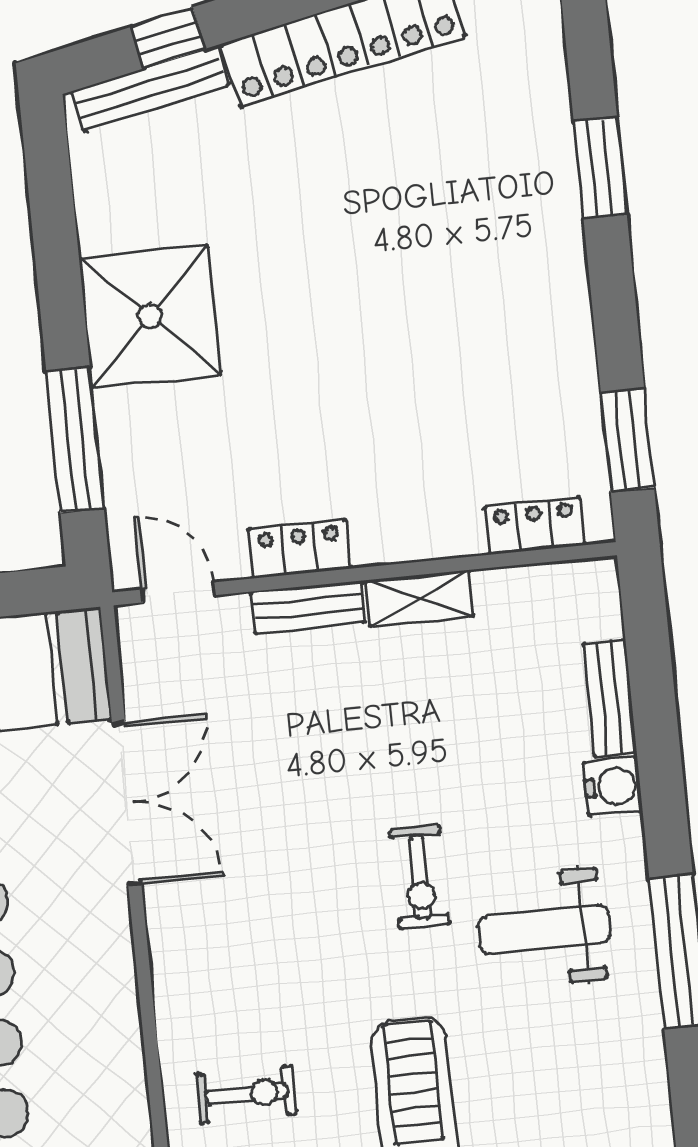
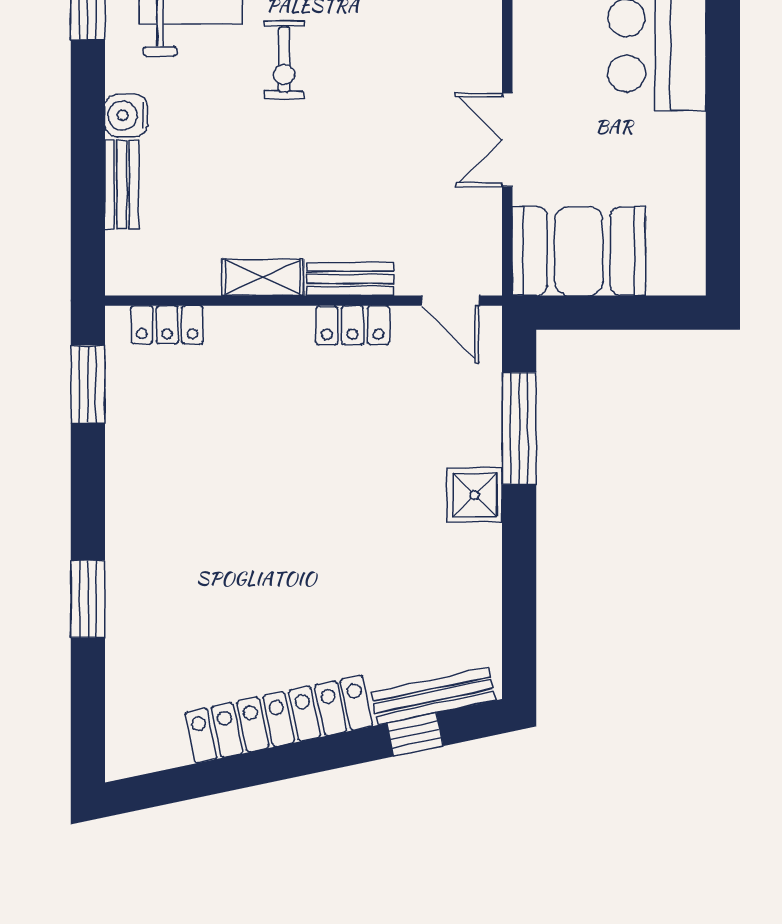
shower: (150, 316) -> (475, 495), width x0.54, depth x0.54
double door: (127, 803) -> (507, 140), width x0.73
exercise bike: (420, 877) -> (284, 59), turned 180

